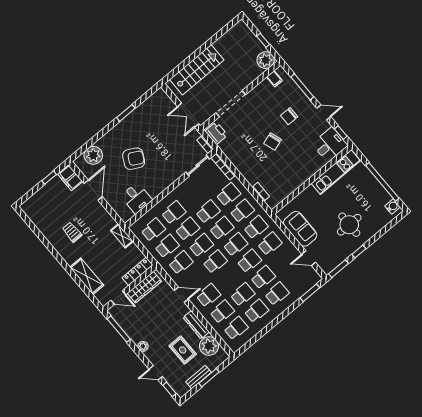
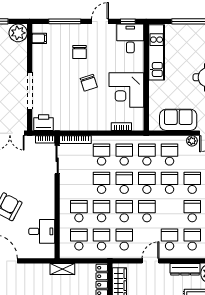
corner desk: (290, 173) -> (126, 90), added
plant: (293, 252) -> (192, 141), added

